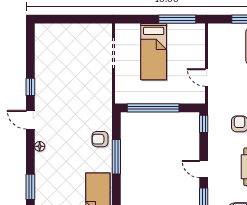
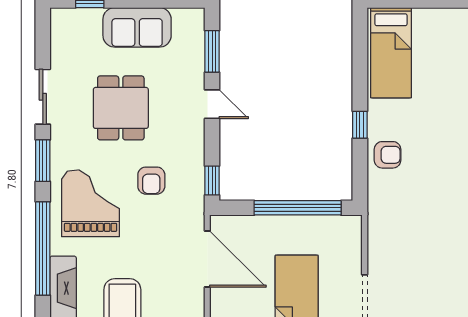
door: (207, 78) -> (207, 259), width x1.87
window: (116, 157) -> (360, 125), width x0.46

